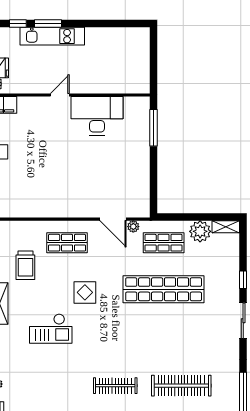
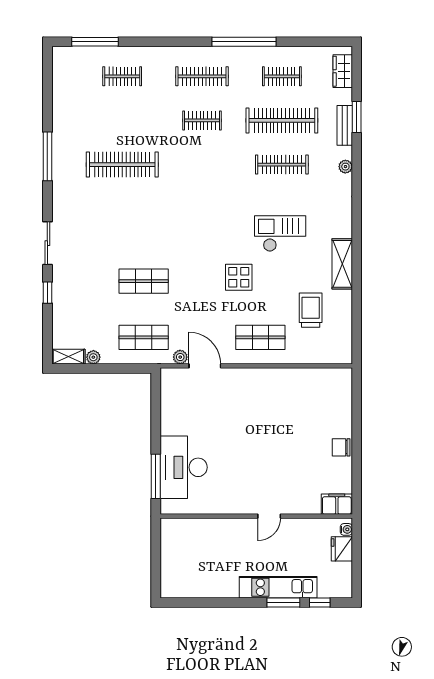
desk: (97, 116) -> (184, 467), moved, turned 90
plant: (200, 231) -> (93, 357), width x0.53, depth x0.53
shop shelf: (164, 289) -> (144, 281), width x0.50, depth x0.74
clothes rail: (115, 386) -> (282, 165), moved

